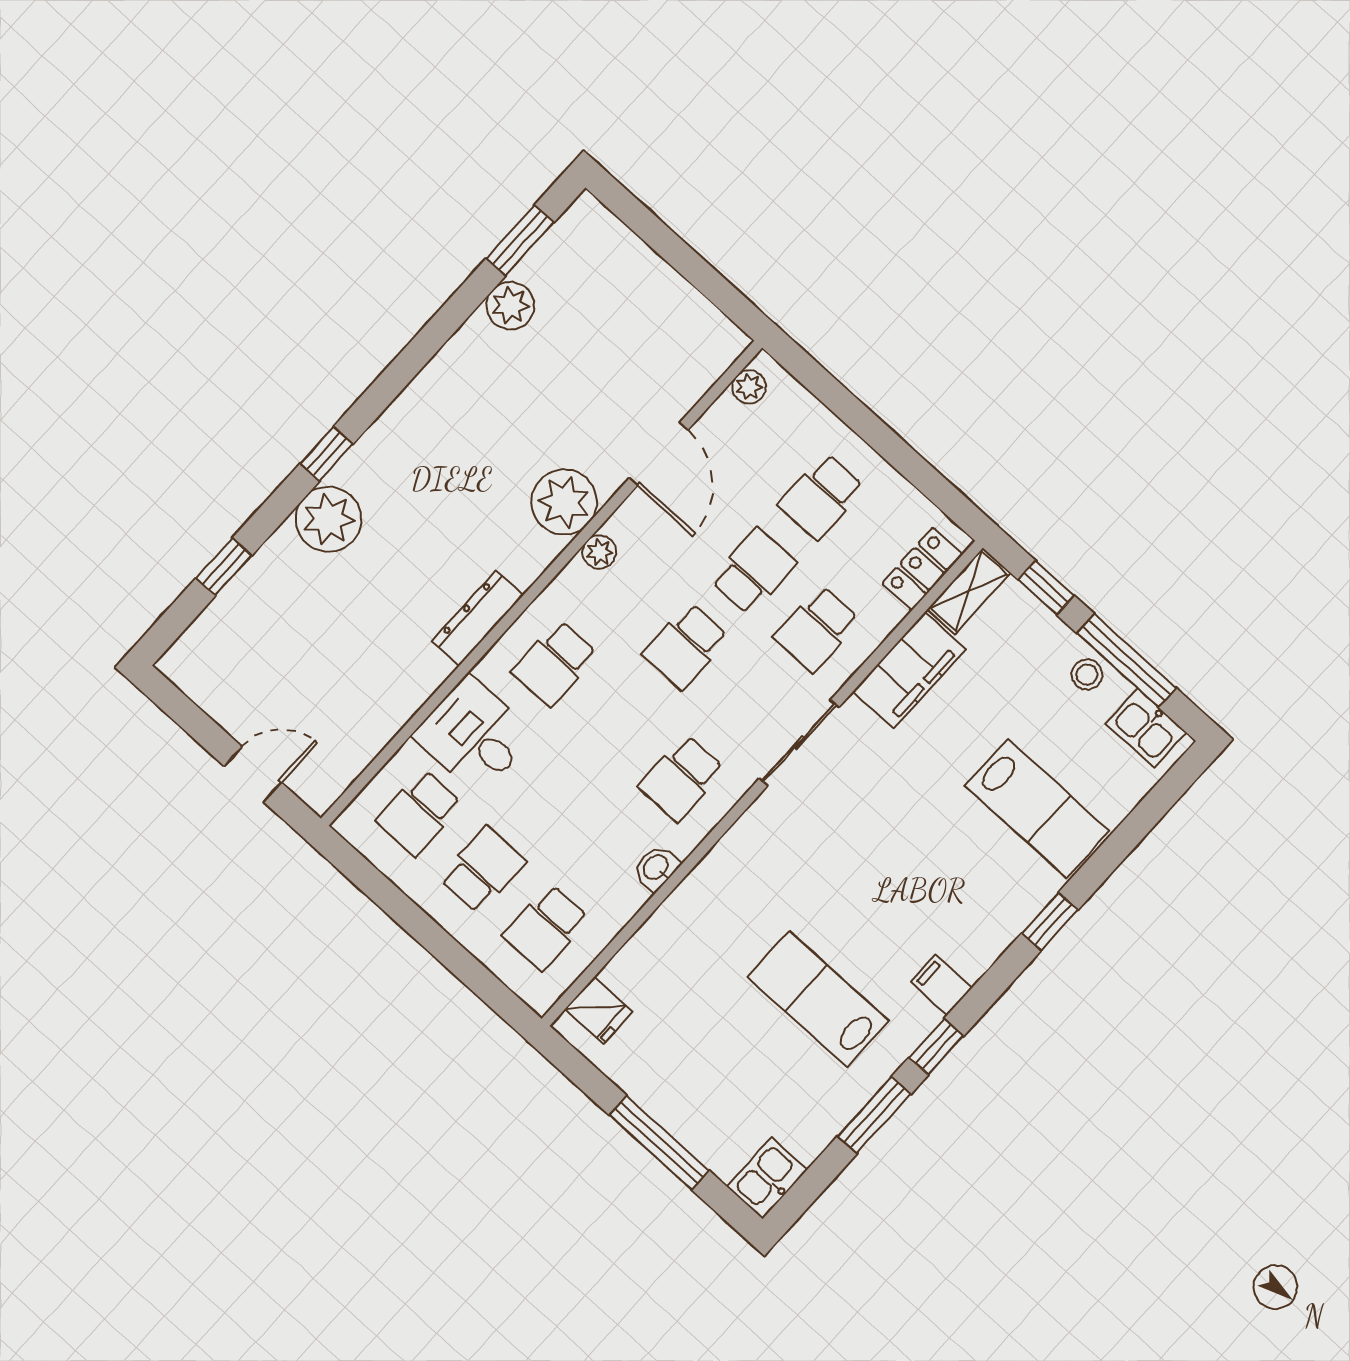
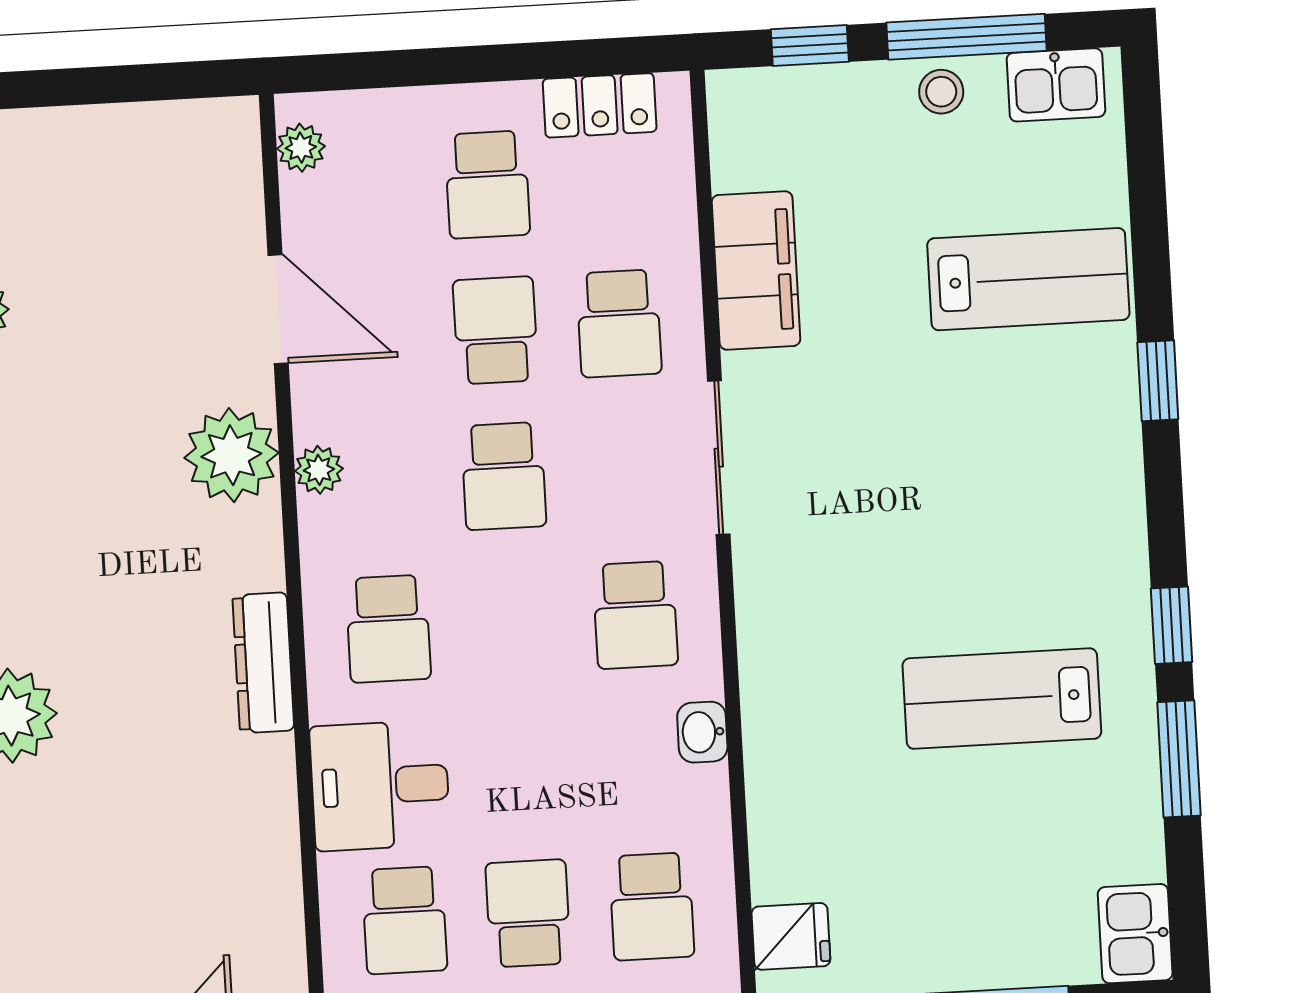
locker: (922, 569) -> (600, 105), moved, turned -90
shelving: (969, 591) -> (735, 129), removed
filing cabinet: (941, 985) -> (1113, 557), removed

